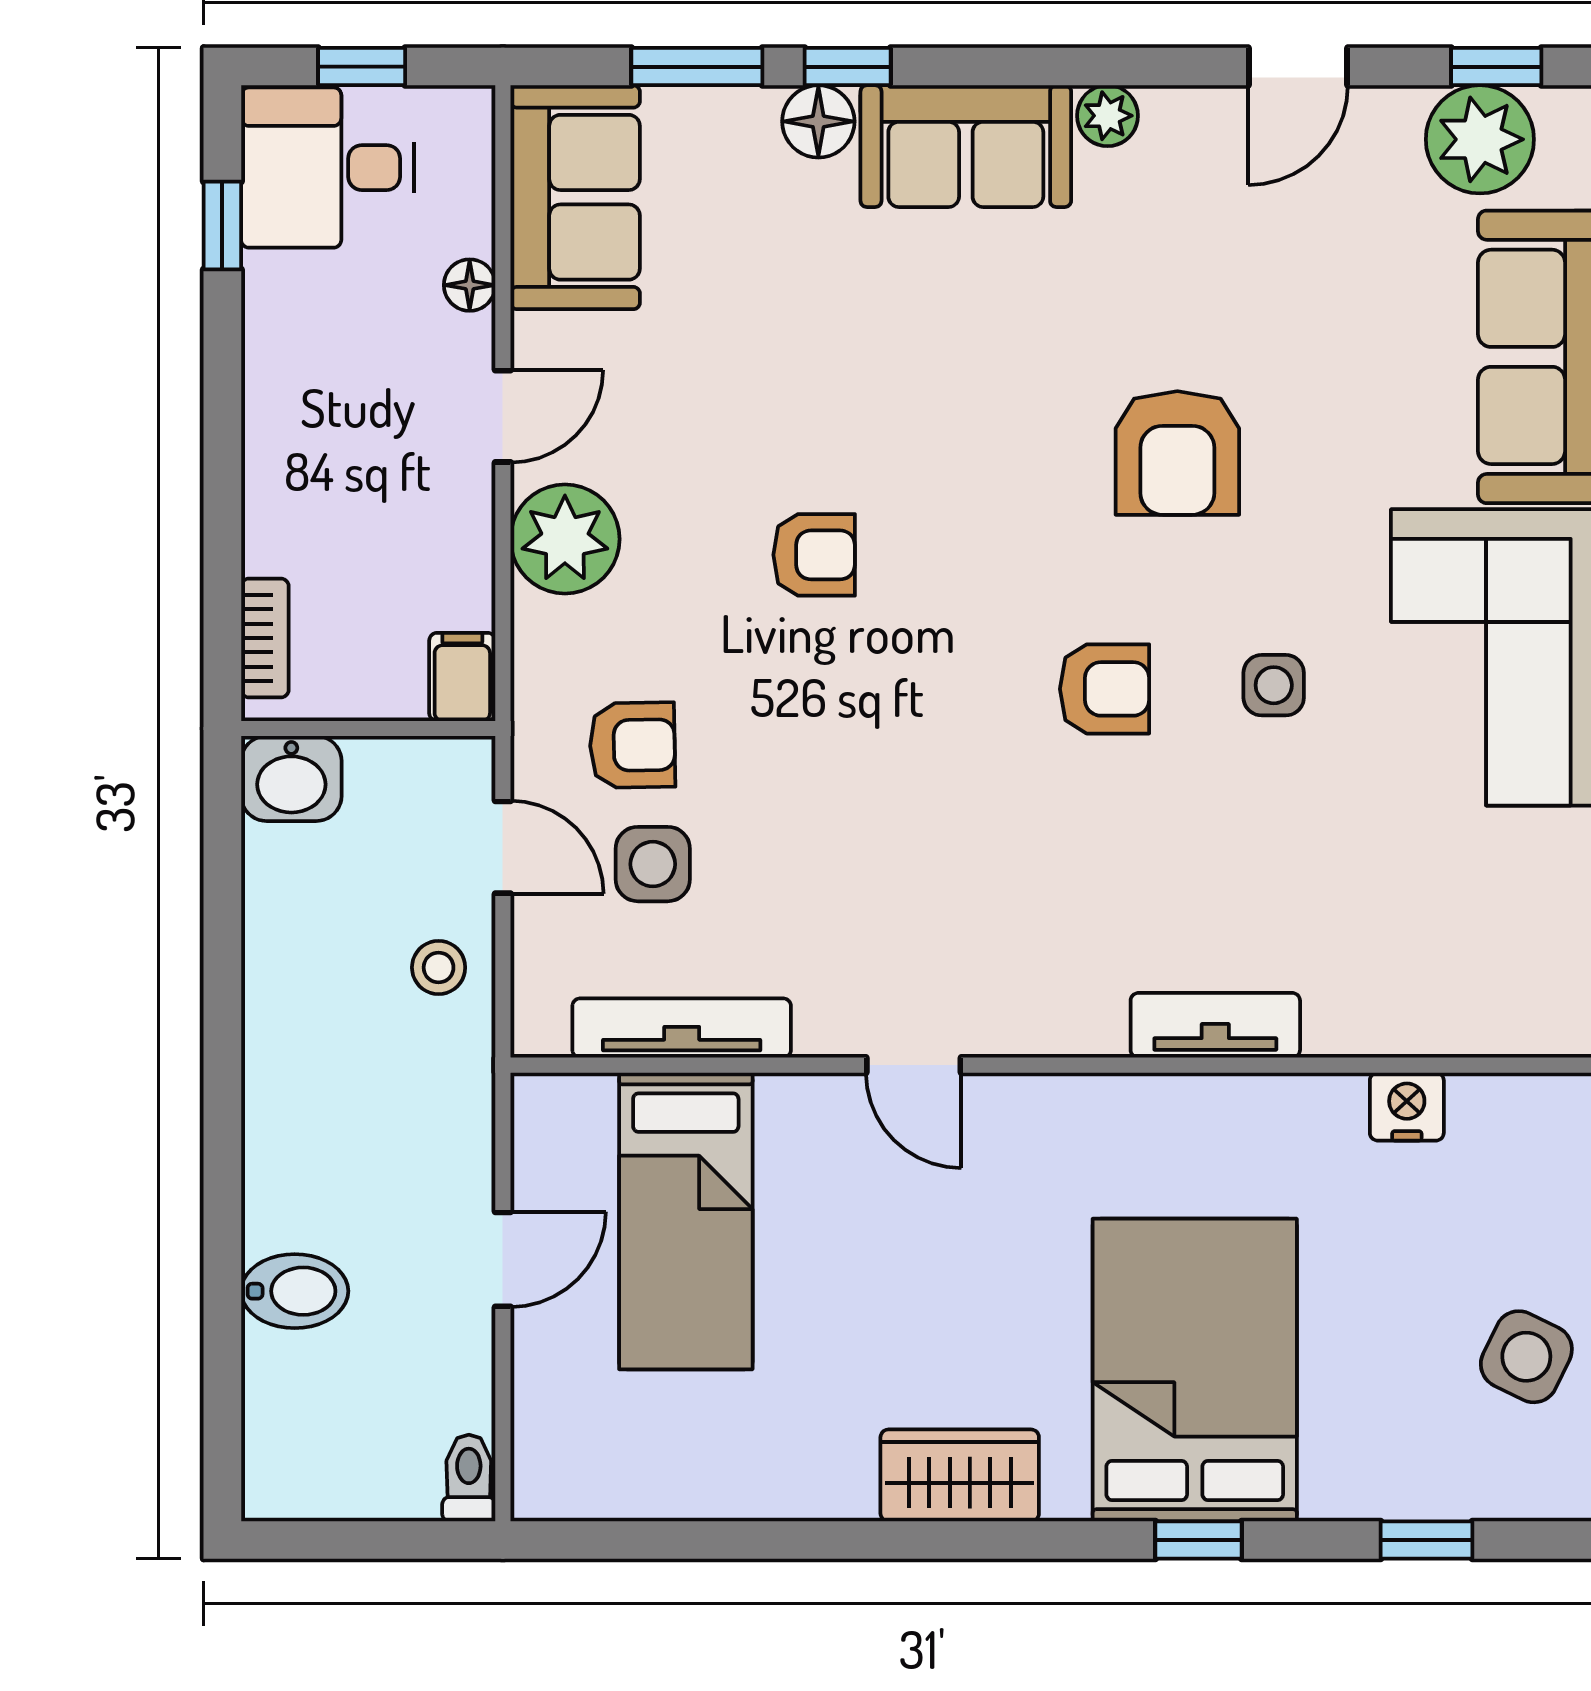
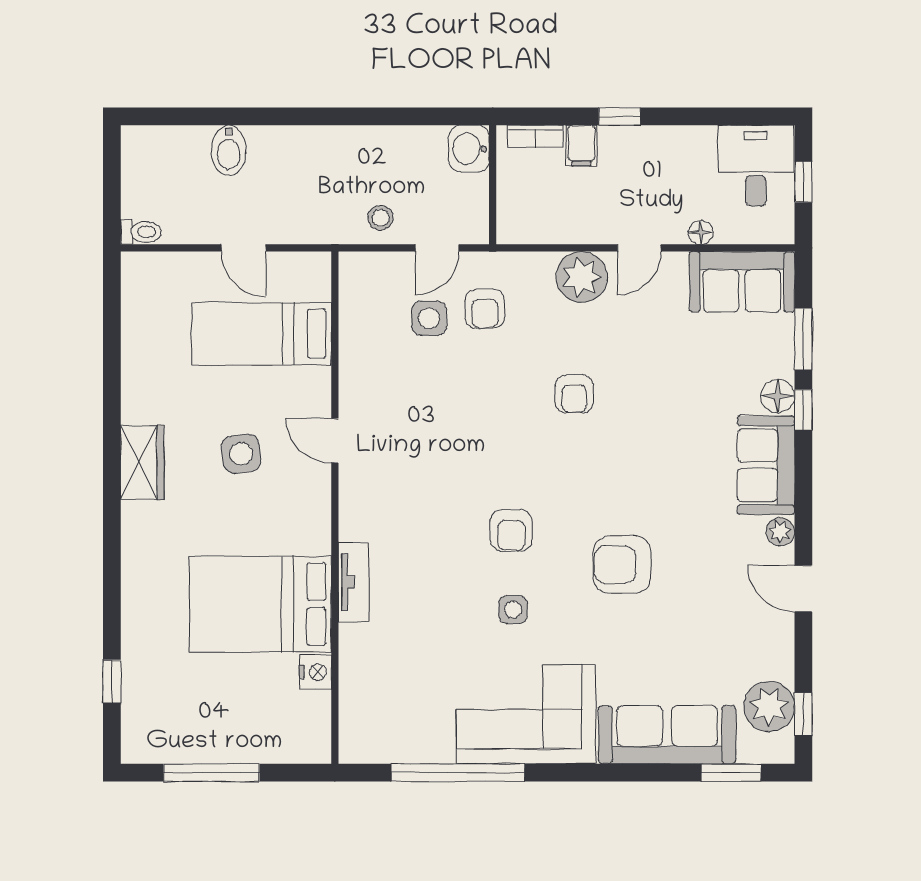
door: (1298, 67) -> (803, 589), moved
window: (222, 226) -> (620, 116), moved
door: (503, 416) -> (639, 248), hinge flipped
filing cabinet: (462, 677) -> (581, 146), moved, turned 90
tv unit: (682, 1028) -> (352, 332), removed
door: (914, 1065) -> (335, 441), hinge flipped
side table: (1526, 1357) -> (241, 454), moved, turned -33
bed: (1195, 1370) -> (260, 604), moved, turned 180
window: (1198, 1540) -> (112, 574), removed

